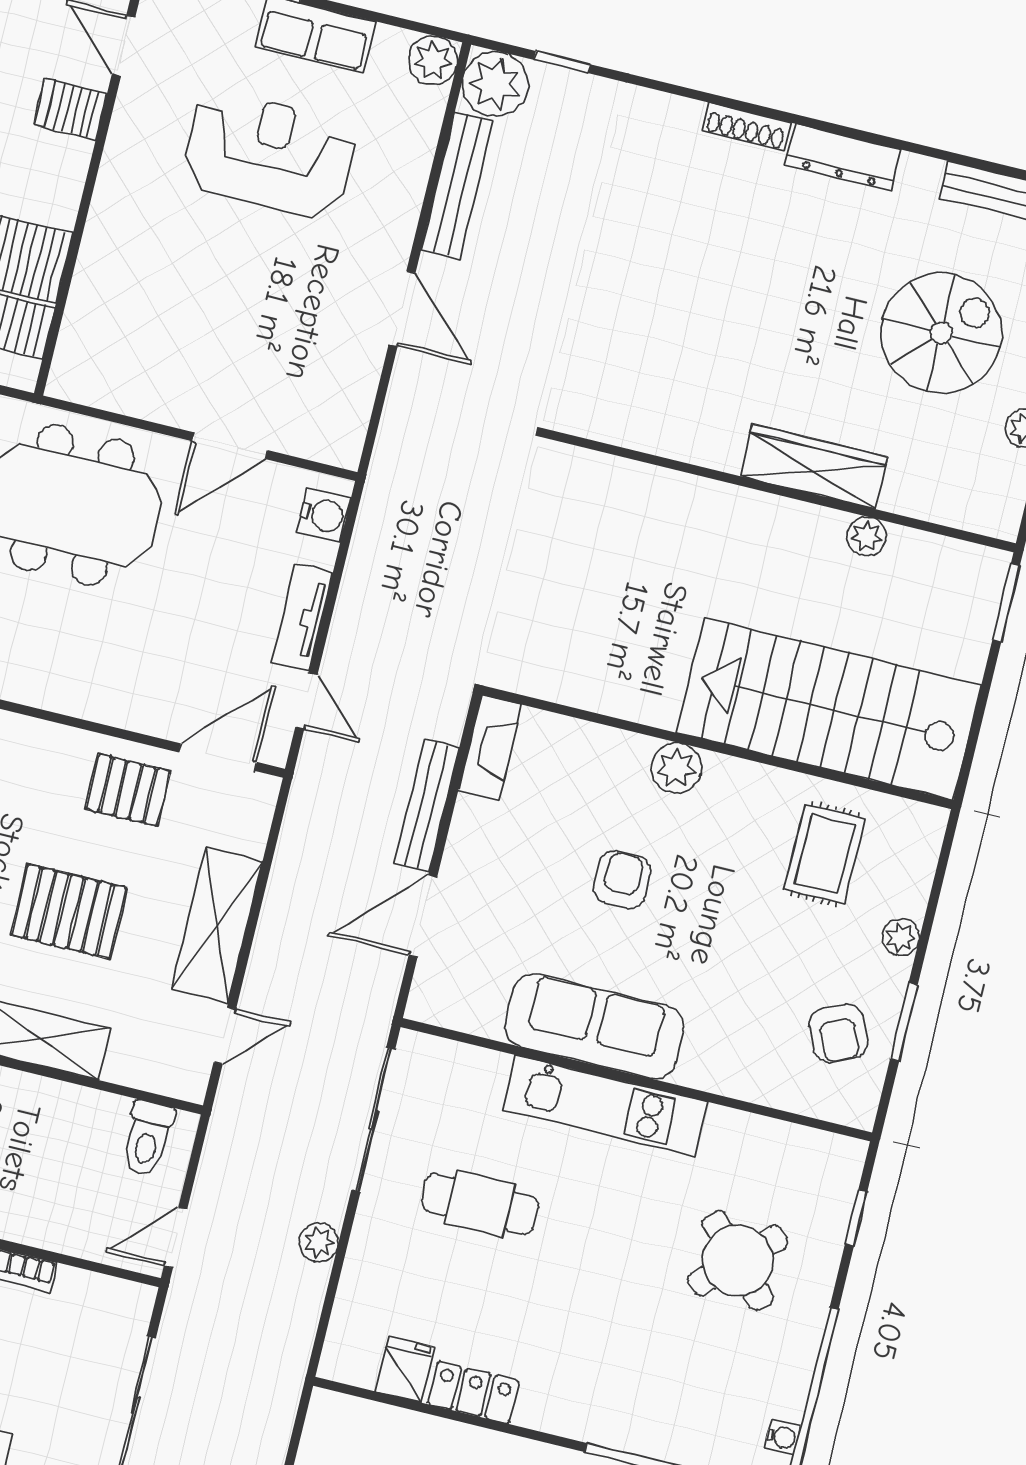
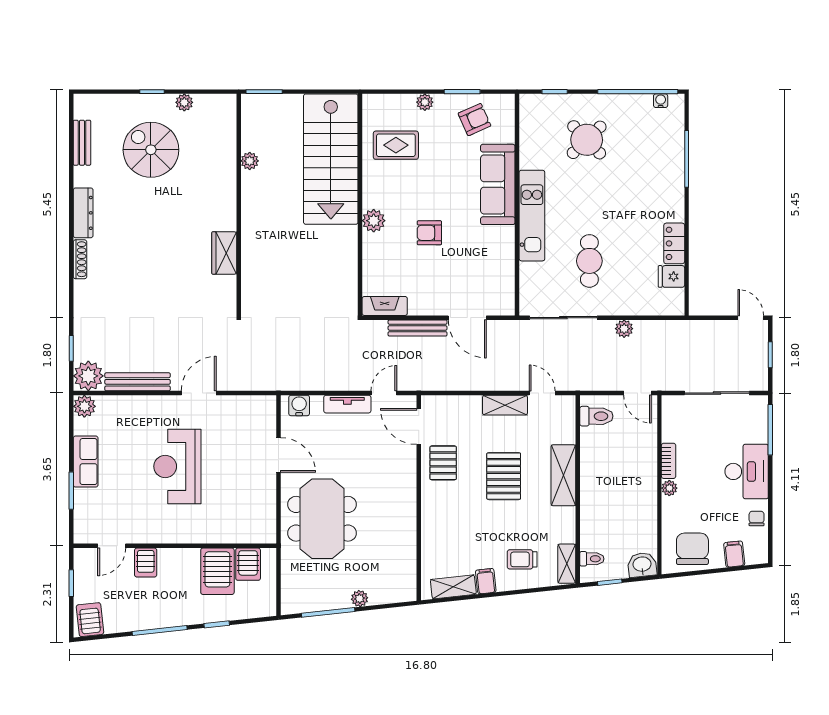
reception desk: (269, 154) -> (177, 466), moved
wardrobe: (814, 466) -> (224, 253), moved, width x0.67
shelving: (217, 925) -> (505, 405), width x0.67, depth x0.75
sofa: (594, 1026) -> (498, 184), moved

